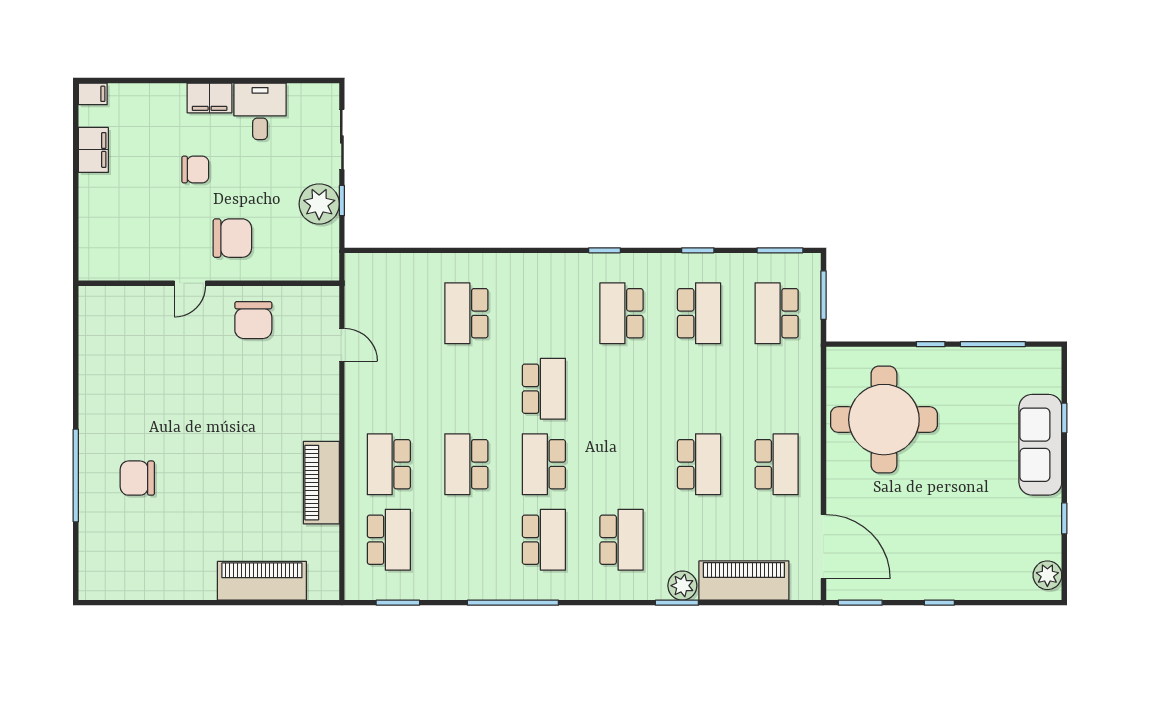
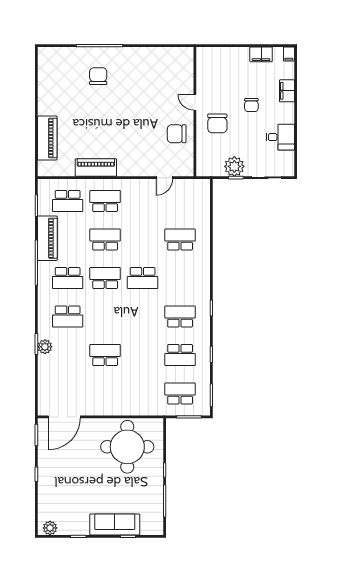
filing cabinet: (210, 98) -> (287, 91), moved
school desk: (699, 464) -> (105, 355), turned 180
school desk: (777, 464) -> (105, 394), removed
piano: (744, 581) -> (47, 238), moved

